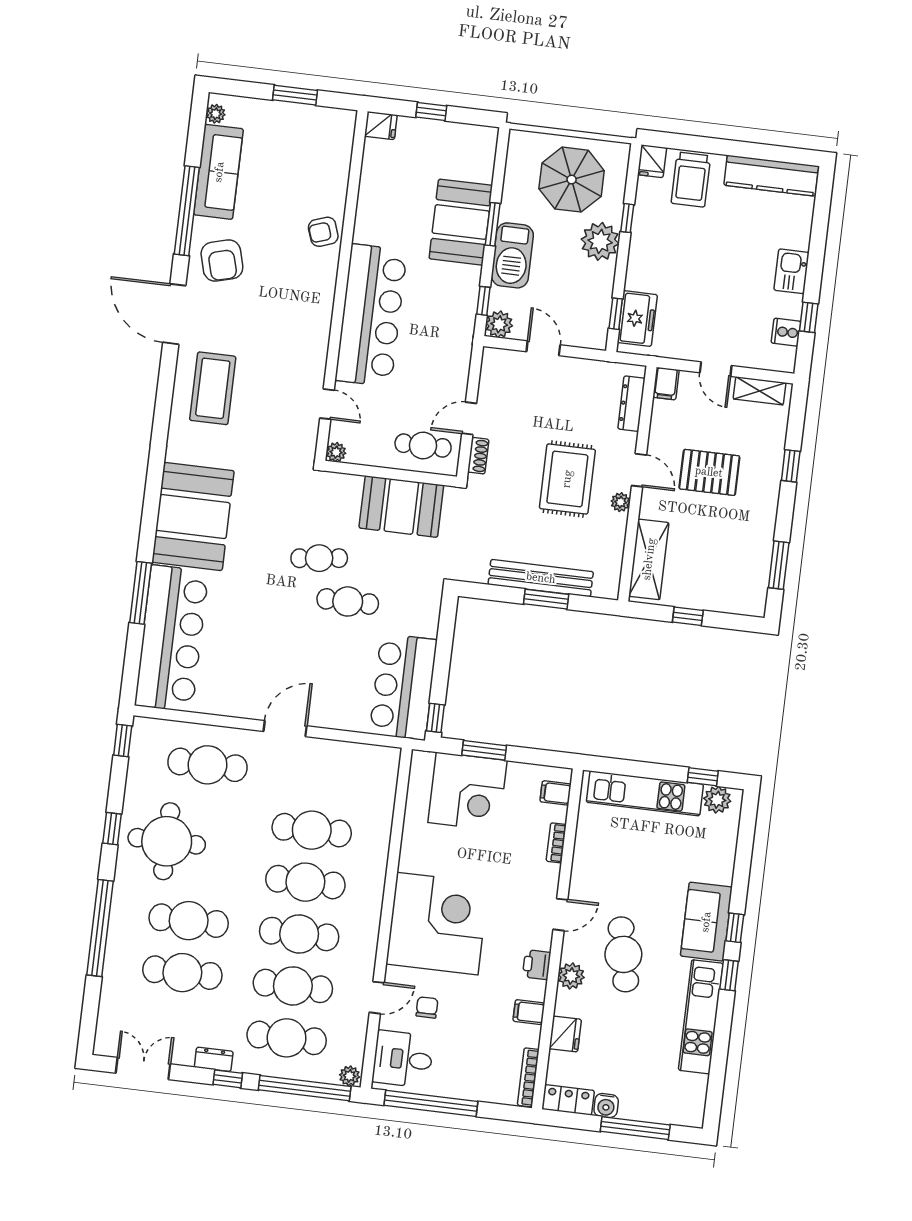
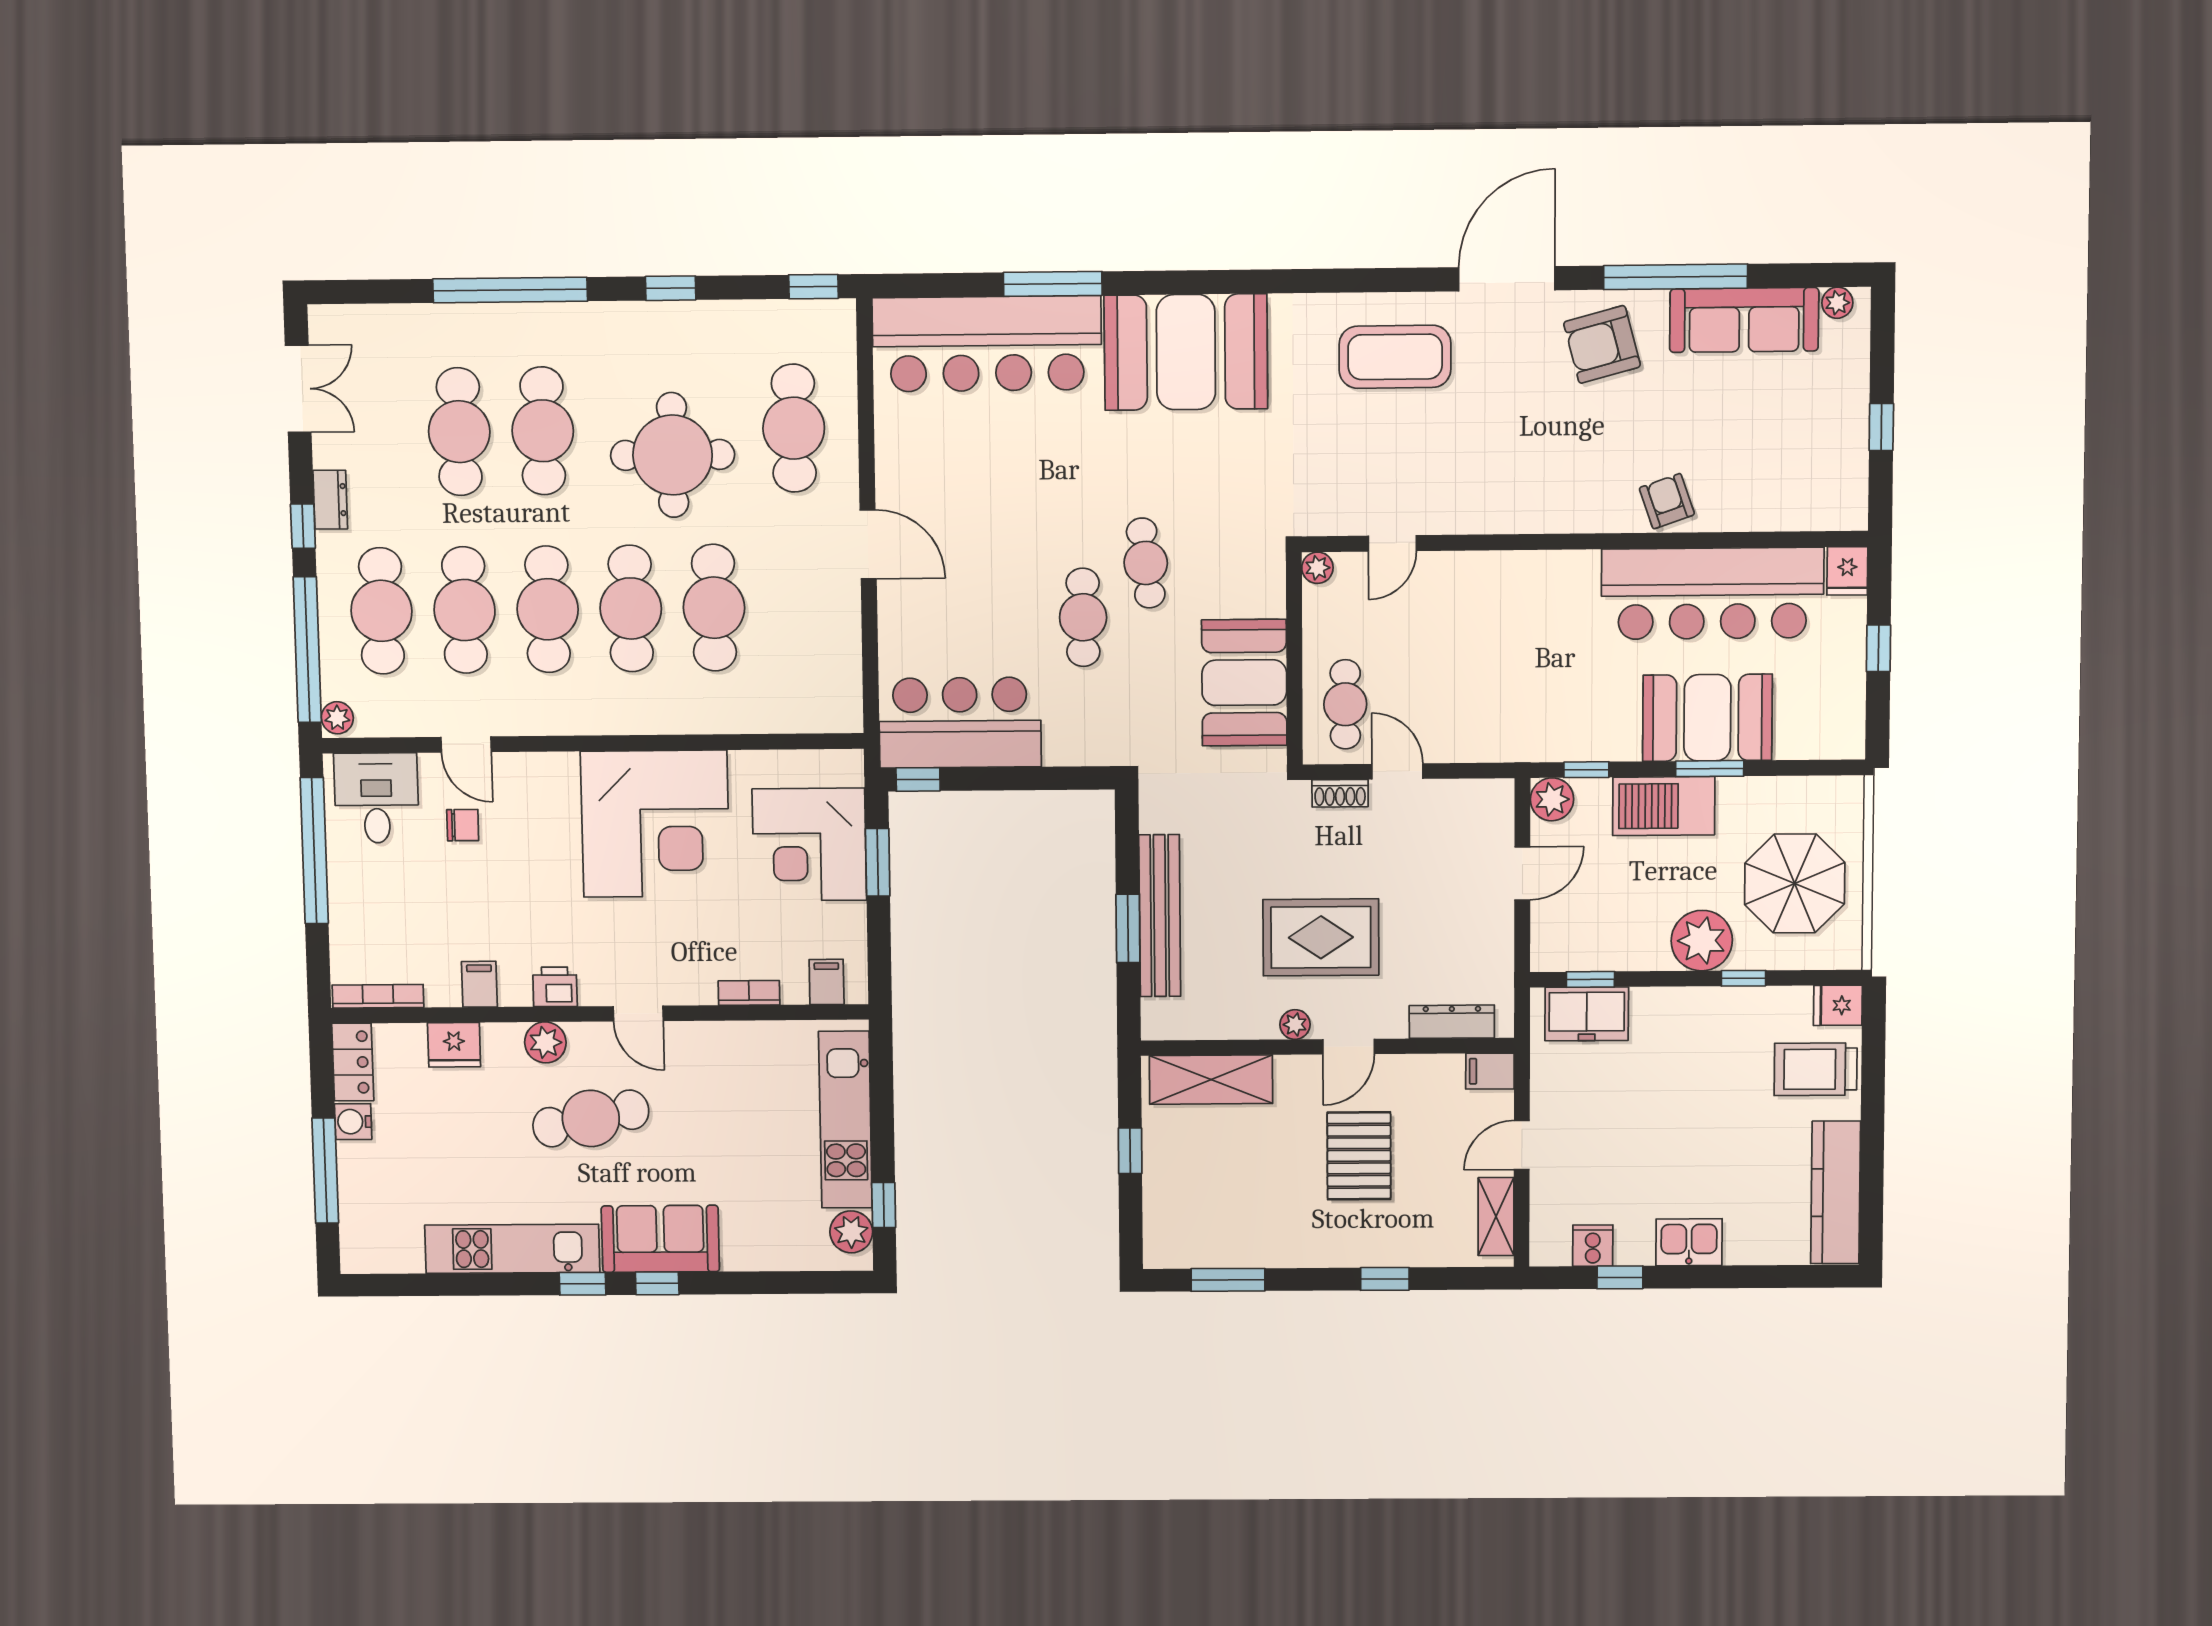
window: (295, 95) -> (1881, 427), width x0.67
bar counter: (371, 315) -> (1712, 593), moved
round table: (167, 841) -> (673, 455), moved
corner desk: (437, 924) -> (655, 824), moved

